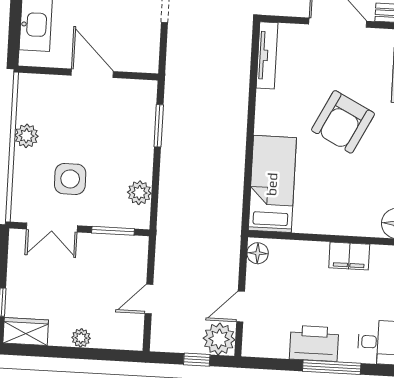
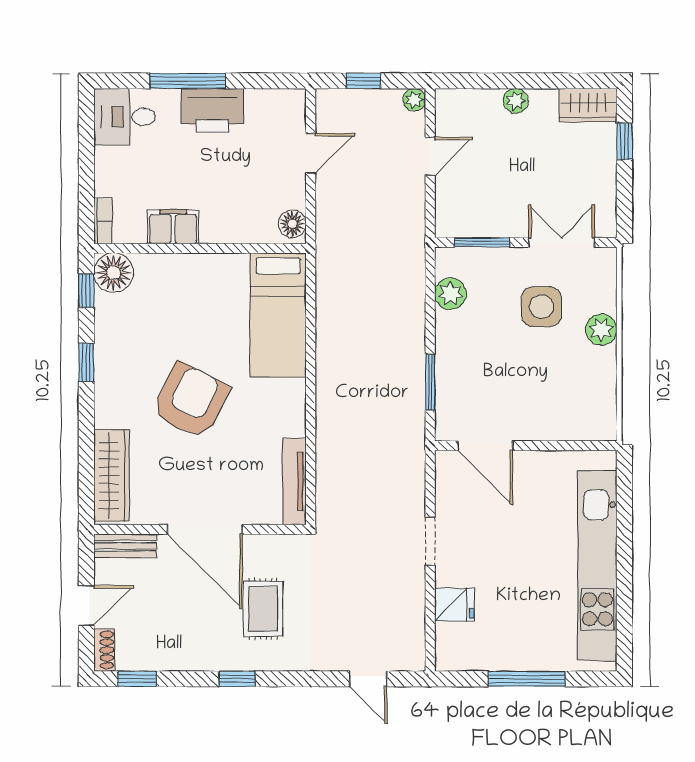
door: (92, 73) -> (485, 446), moved
plant: (26, 136) -> (601, 330), moved
plant: (219, 339) -> (414, 100), moved, width x0.53, depth x0.53

